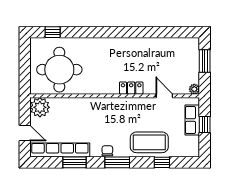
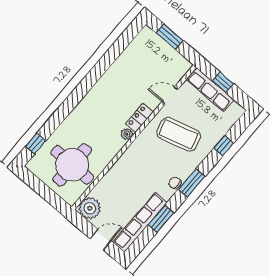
plant: (194, 89) -> (127, 134), moved
row of seats: (192, 120) -> (210, 89), width x1.48
coffee table: (149, 142) -> (179, 134), moved, turned 74

